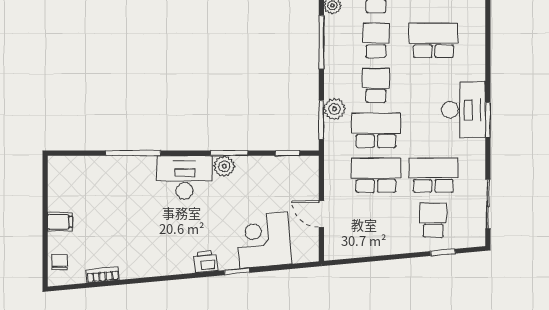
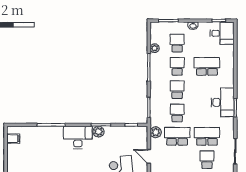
plant: (334, 109) -> (156, 132), moved
school desk: (376, 130) -> (177, 113), width x0.54
filing cabinet: (60, 222) -> (13, 139), moved

